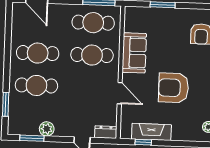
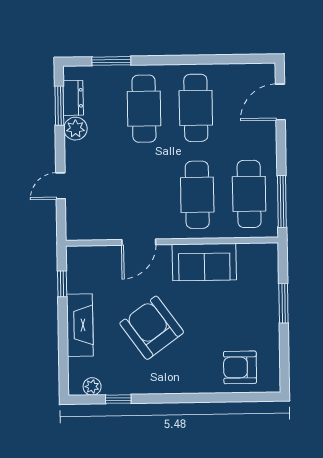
armchair: (174, 88) -> (152, 328), turned -36
dresser: (106, 132) -> (73, 98), moved
fireplace: (151, 132) -> (80, 325), moved

